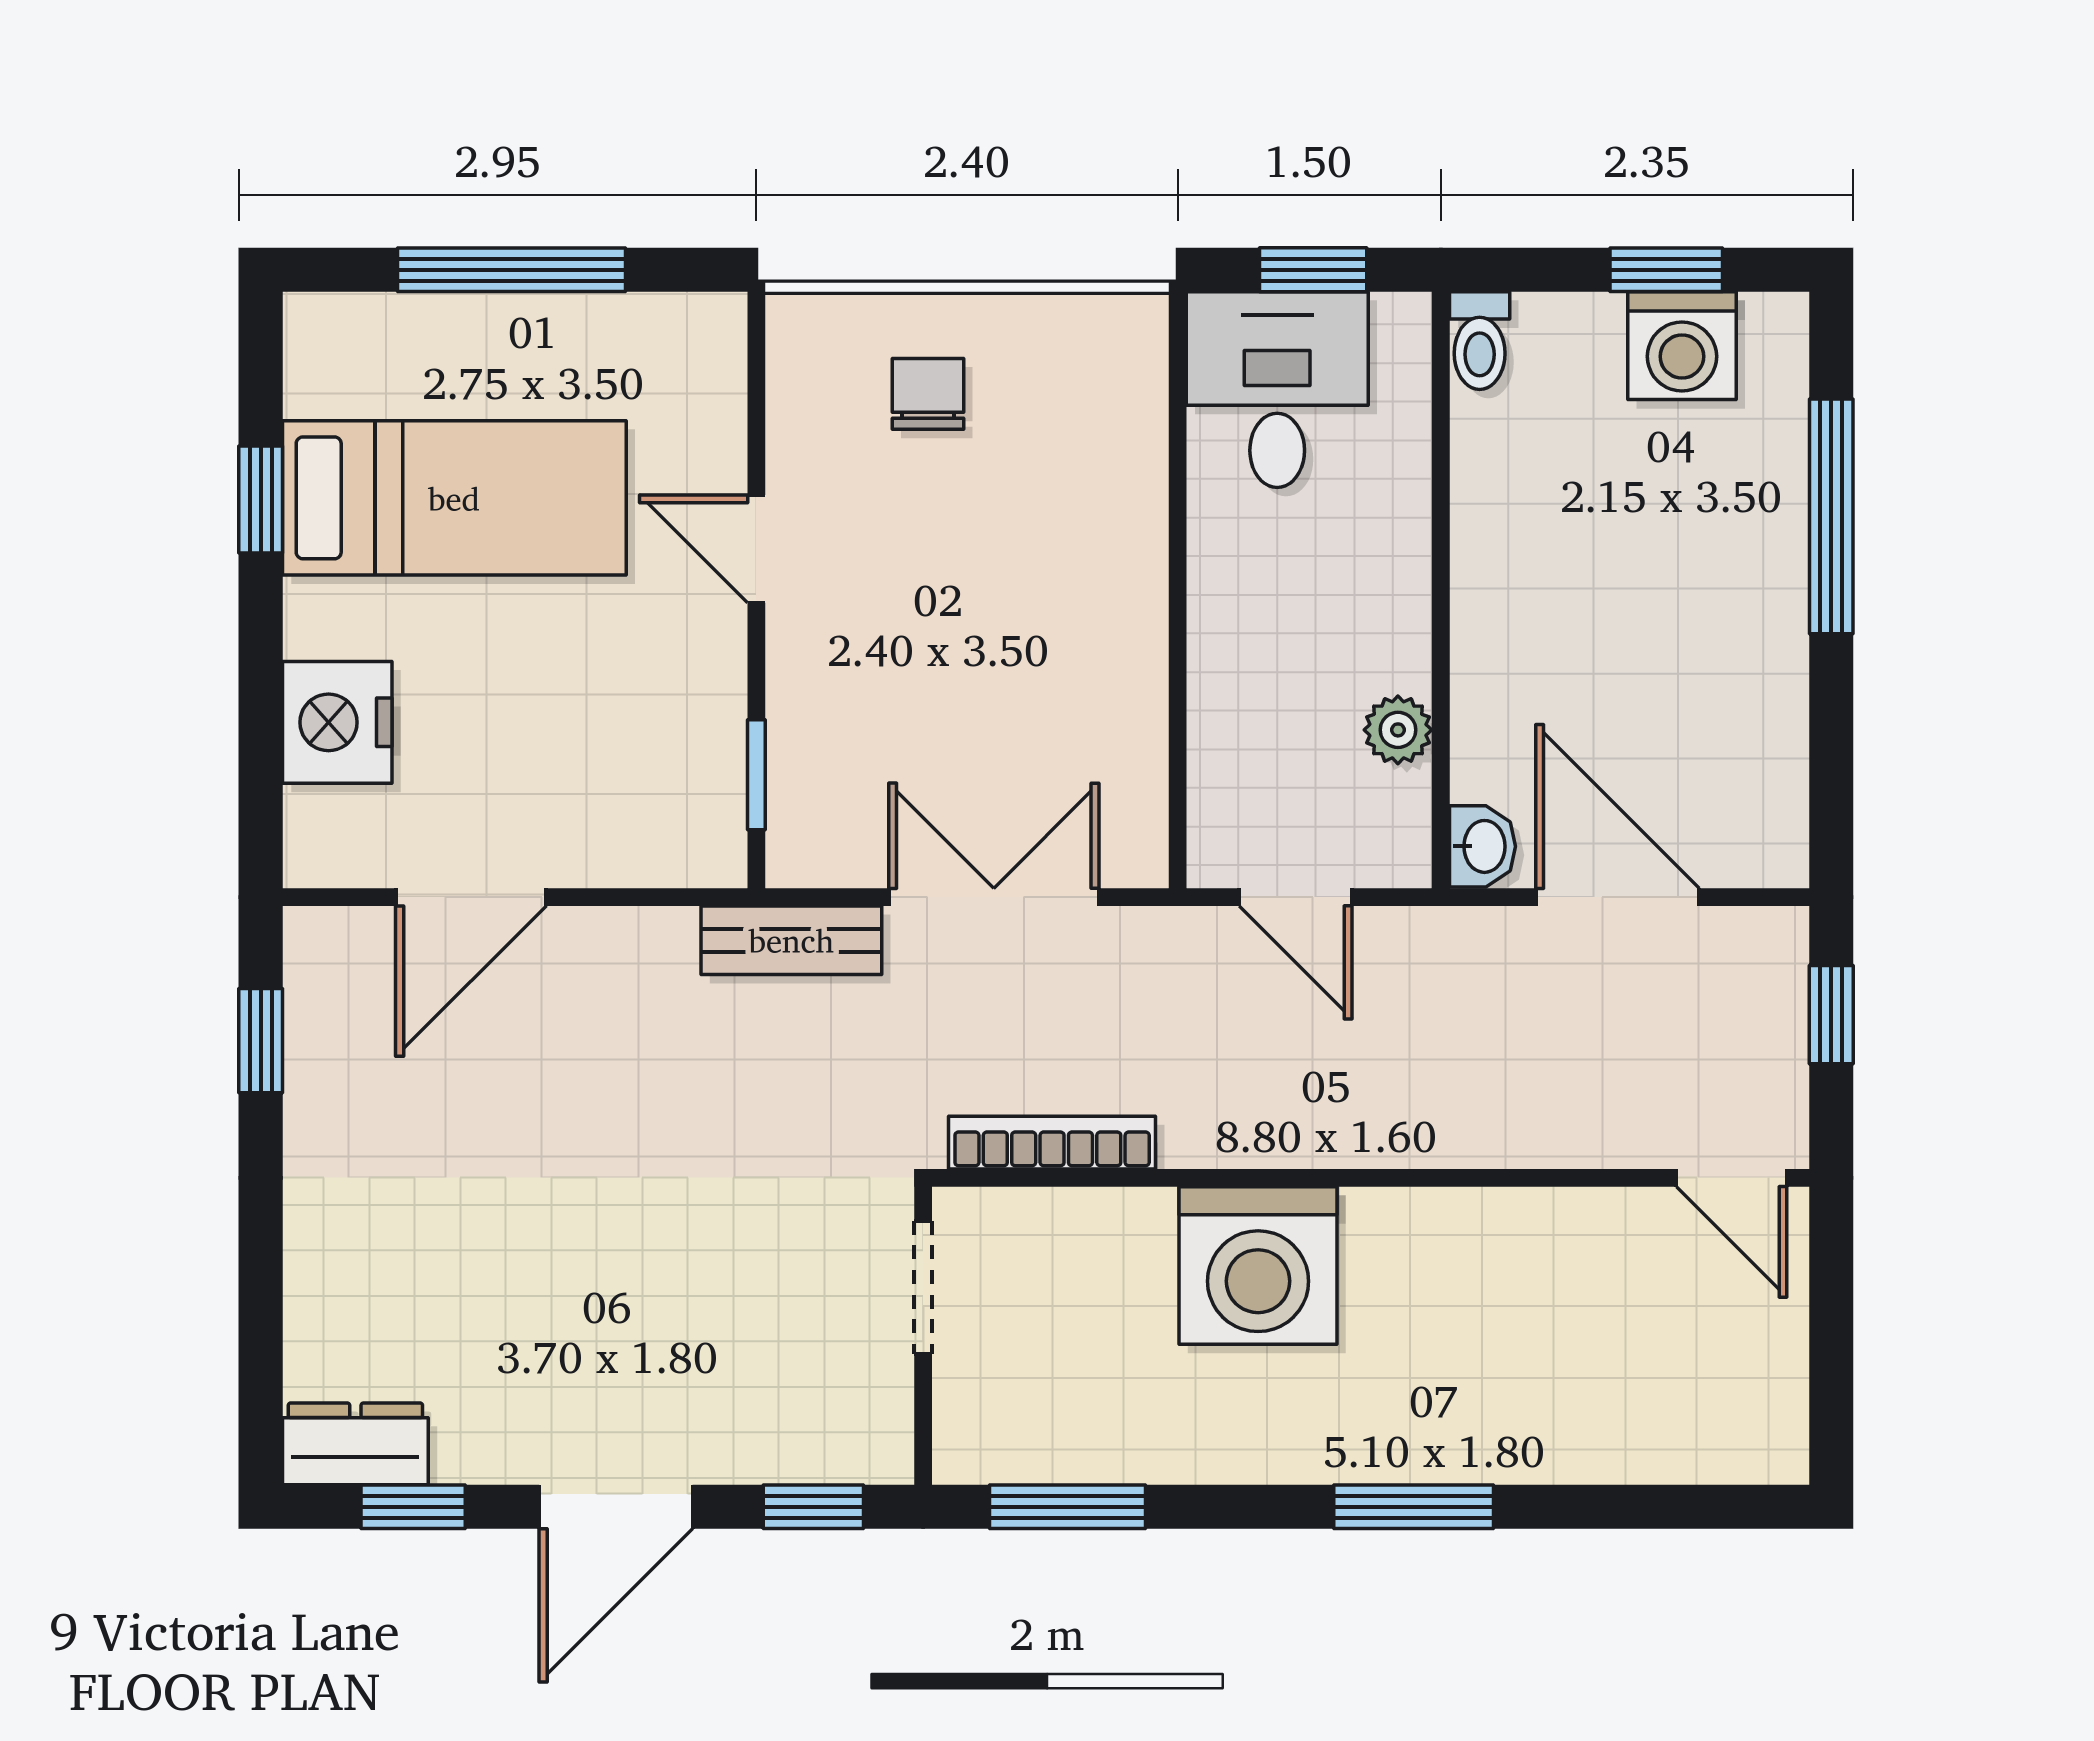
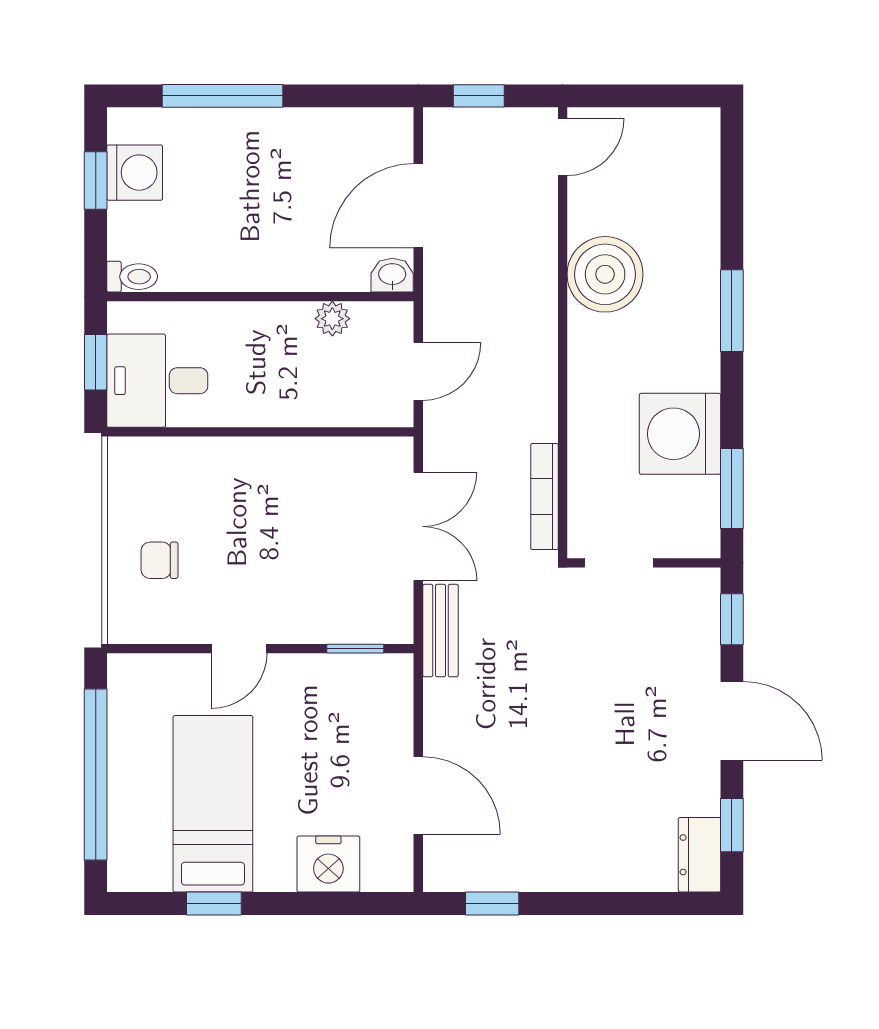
window: (511, 270) -> (96, 775), width x1.46
double door: (994, 897) -> (418, 526), swing flipped
boiler: (1484, 1260) -> (605, 274), added
washing machine: (1258, 1265) -> (680, 434), moved, turned 180

